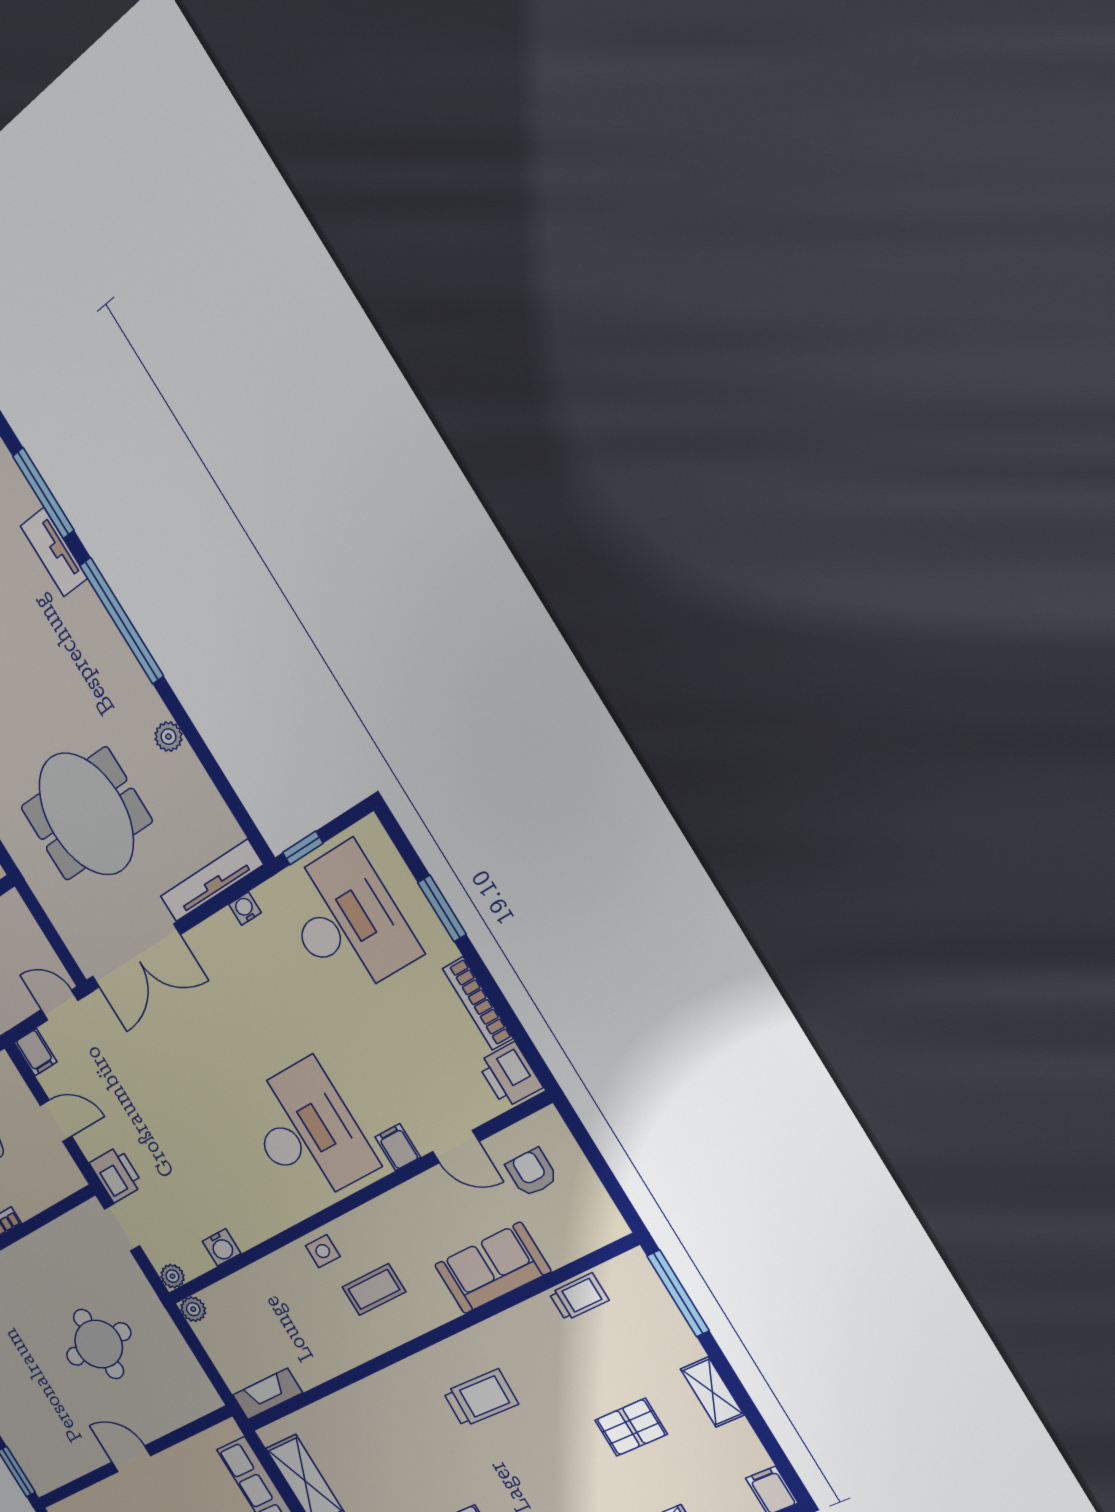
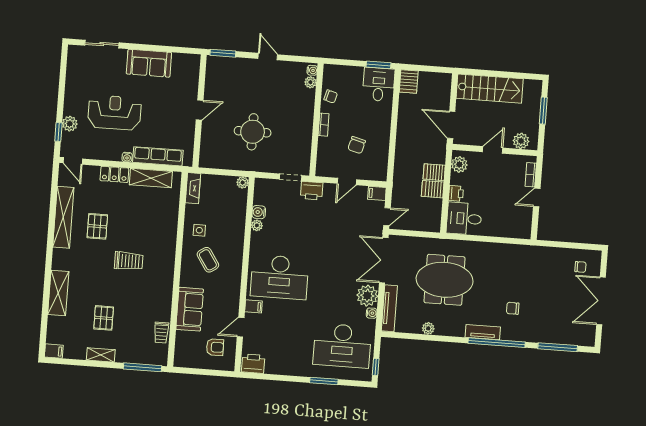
tv unit: (54, 552) -> (483, 332), moved
chair: (40, 642) -> (513, 308), added
plant: (168, 737) -> (428, 328), moved
window: (303, 848) -> (376, 367), moved
plant: (220, 940) -> (367, 296), added
bookcase: (478, 1004) -> (284, 370), removed
side table: (323, 1251) -> (199, 230), moved
plant: (172, 1276) -> (257, 225), moved
coffee table: (374, 1289) -> (208, 260), turned -34
trolley: (481, 1398) -> (129, 261), moved, turned -92

